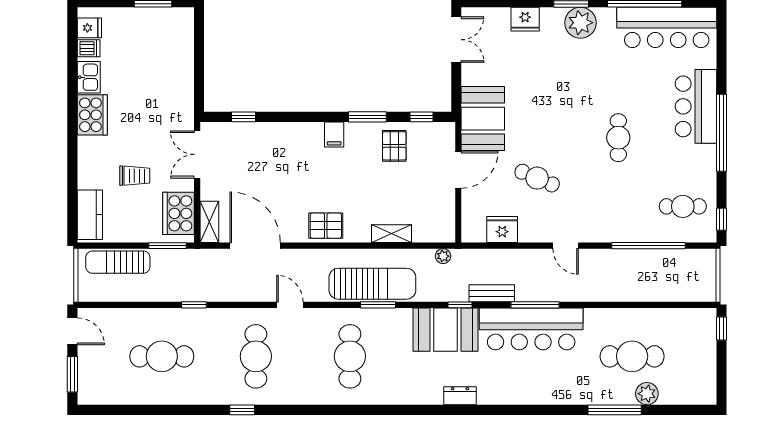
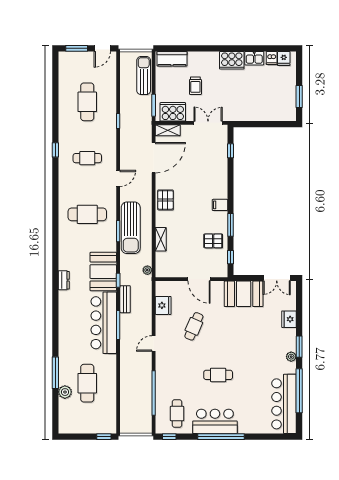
plant: (580, 23) -> (291, 357), width x0.53, depth x0.53
bar counter: (696, 106) -> (215, 421), moved
booth: (483, 119) -> (244, 294), moved
cafe table: (256, 356) -> (87, 158), width x0.73, depth x0.74

